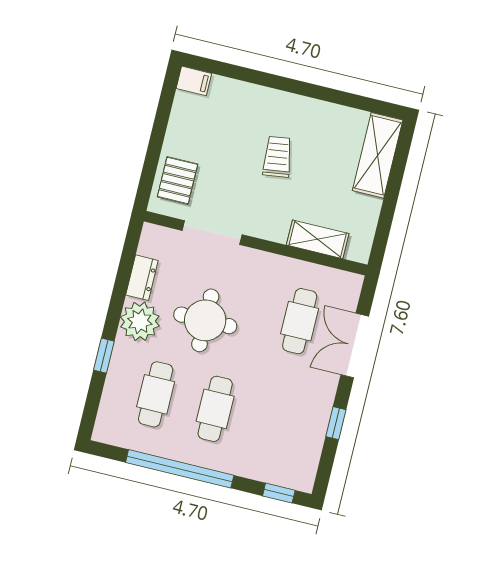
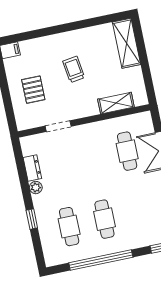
pallet: (178, 180) -> (33, 90), moved
doorway: (212, 233) -> (58, 126), width x0.73
round table: (205, 320) -> (77, 175), removed
plant: (140, 321) -> (36, 188), width x0.53, depth x0.53

